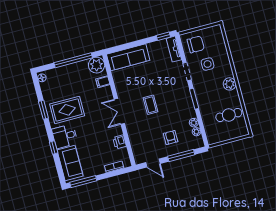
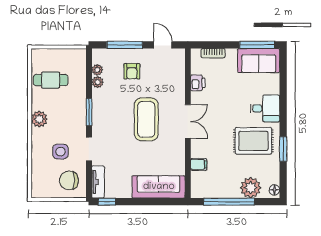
plant: (97, 65) -> (251, 188), moved
coffee table: (151, 105) -> (146, 119), width x1.86, depth x1.72
window: (54, 147) -> (283, 98), removed
sofa: (70, 163) -> (259, 61), moved, turned -90

